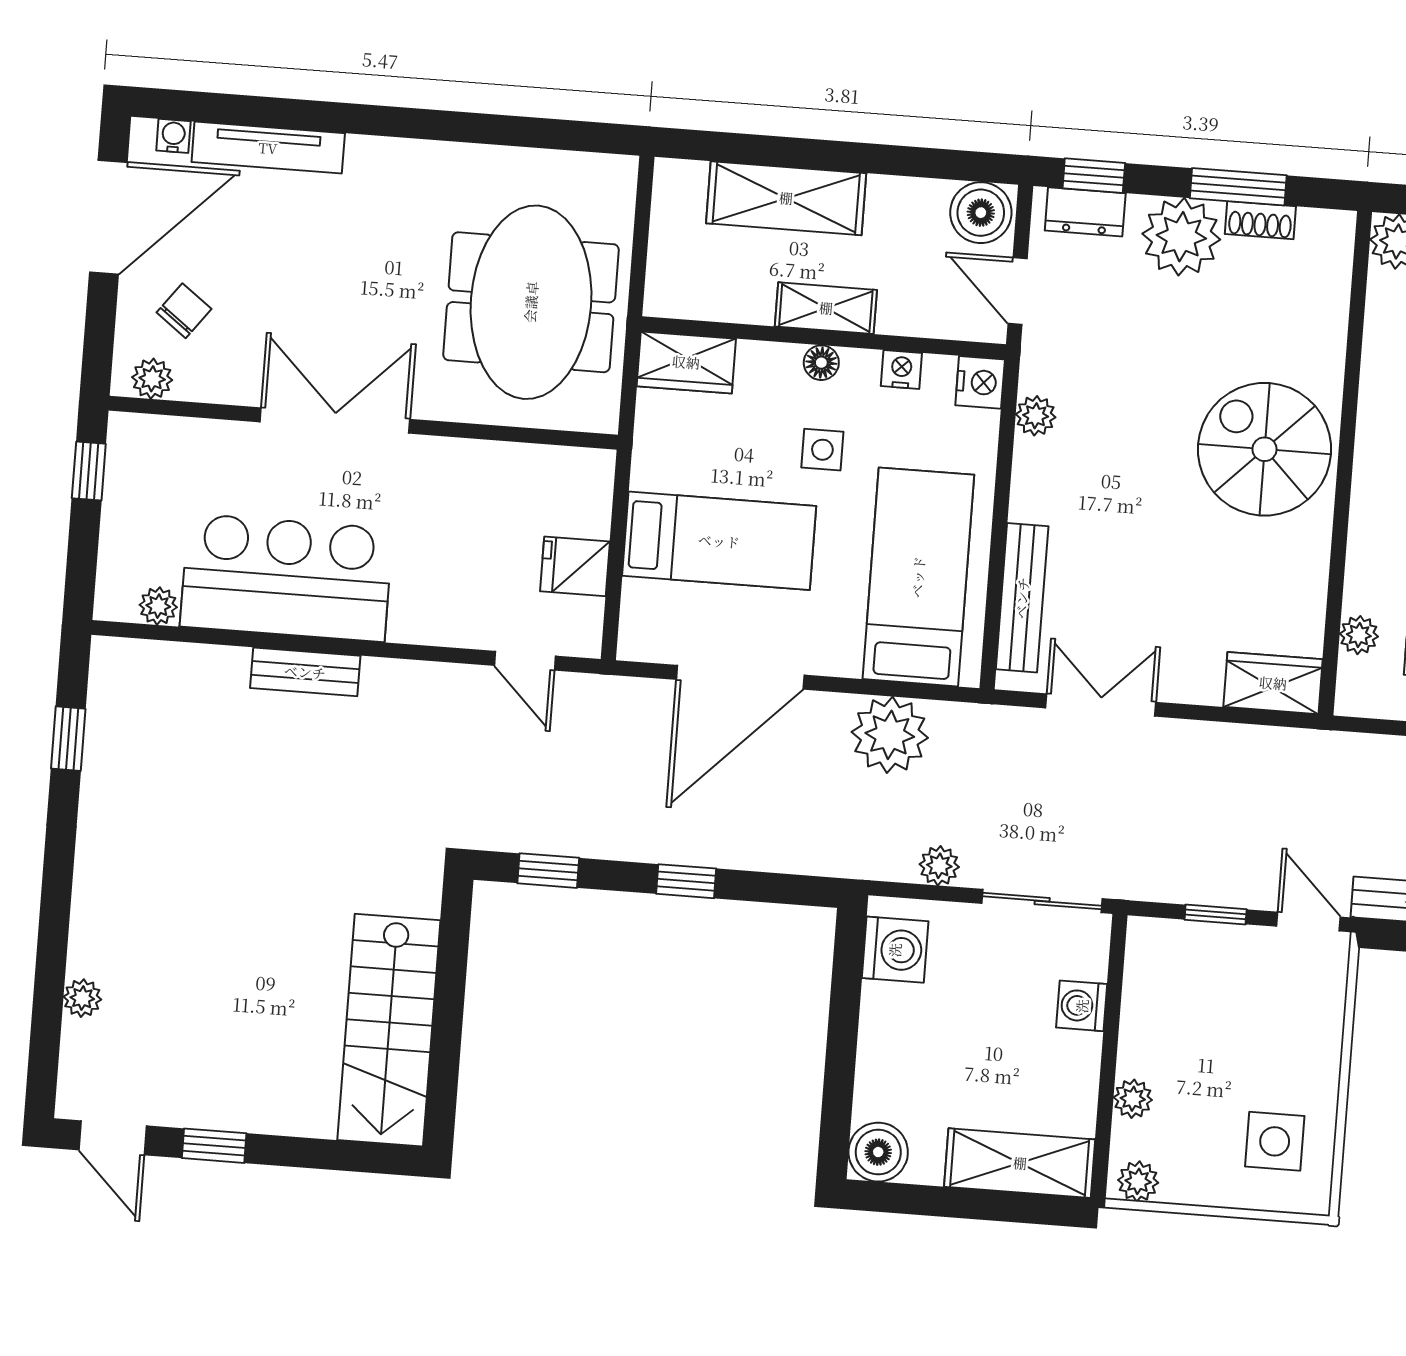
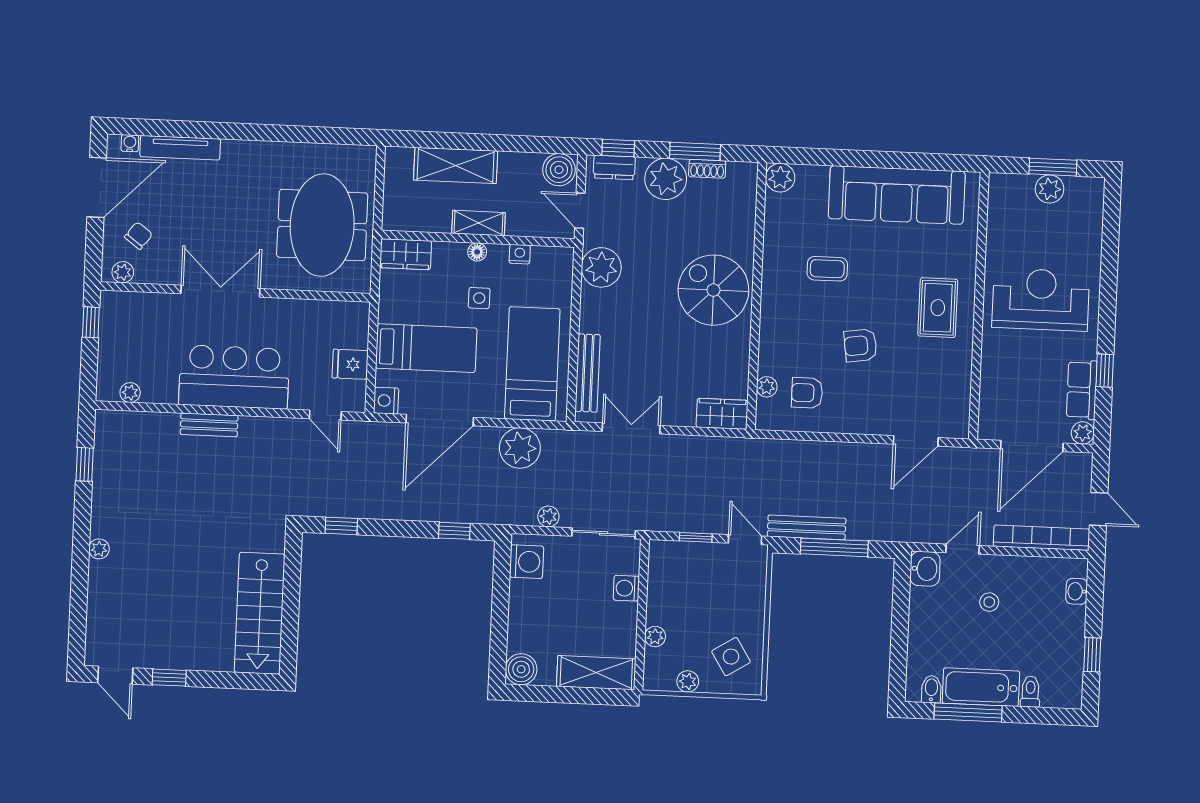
nightstand: (980, 382) -> (386, 401), moved, turned 180
plant: (1036, 416) -> (601, 267), width x1.88, depth x1.88
bar counter: (286, 578) -> (234, 377), moved
window: (686, 881) -> (454, 531), moved
plant: (82, 998) -> (99, 549), moved
side table: (1275, 1141) -> (731, 657), turned -32
plant: (1138, 1181) -> (688, 681), moved

